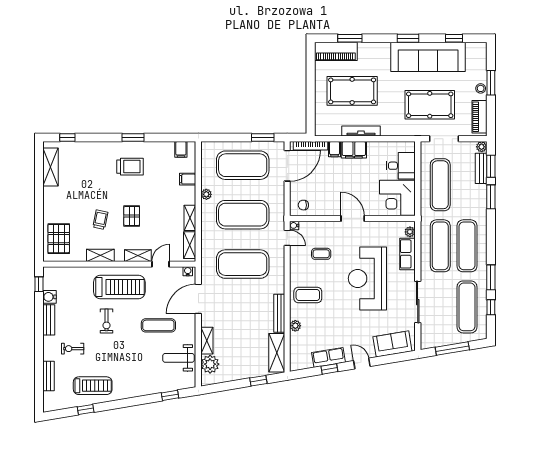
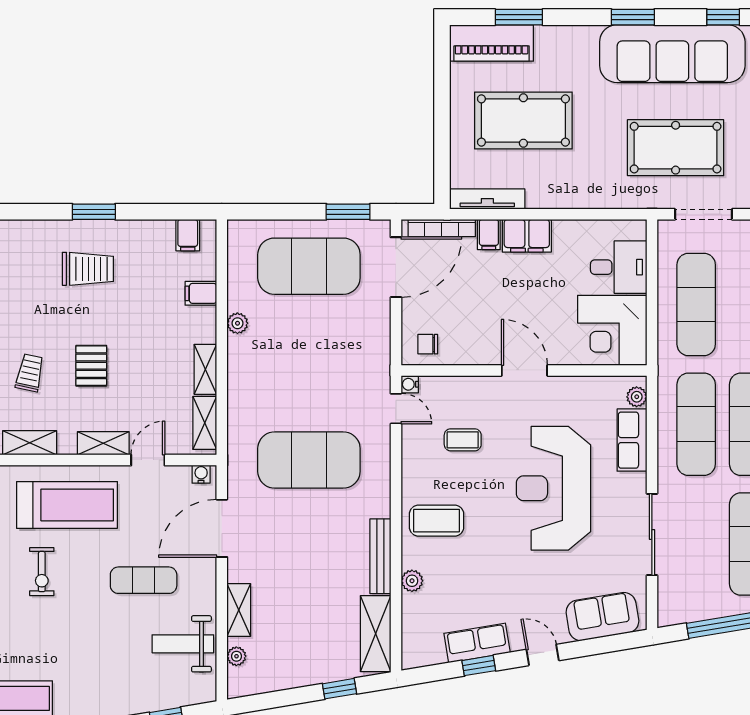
tv unit: (361, 131) -> (487, 199), moved
exercise mat: (243, 215) -> (309, 363), removed
plant: (210, 364) -> (236, 656), width x0.53, depth x0.53

